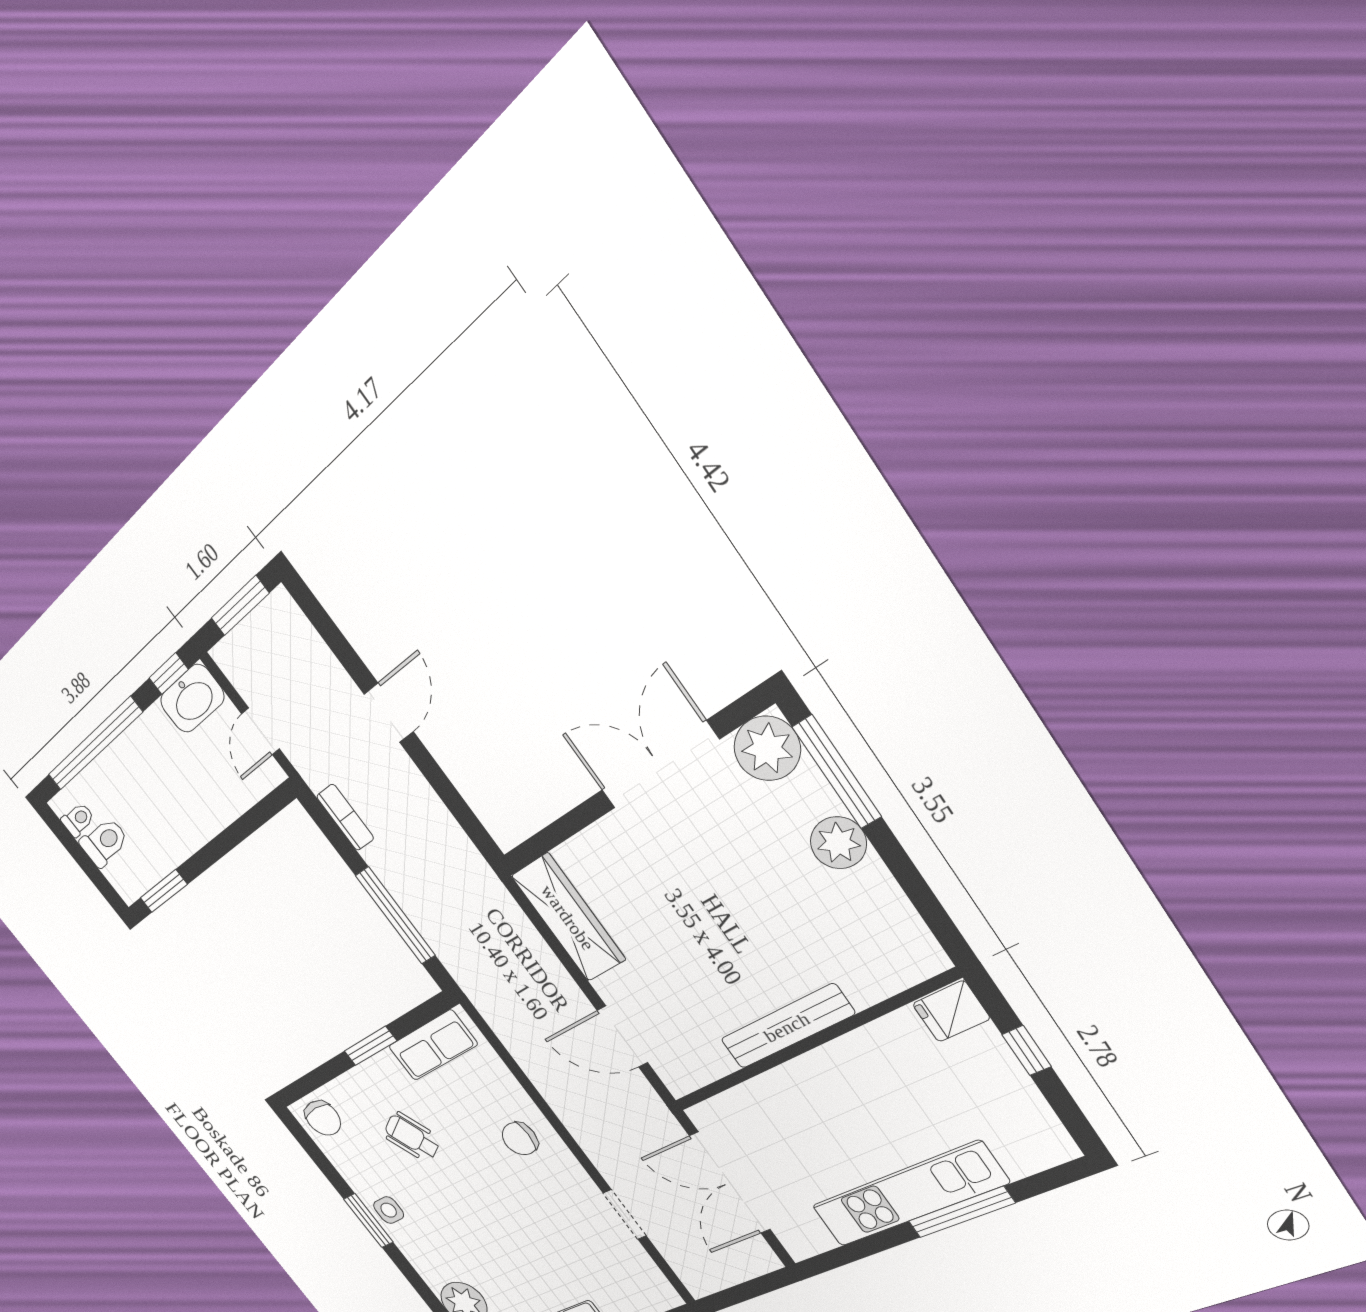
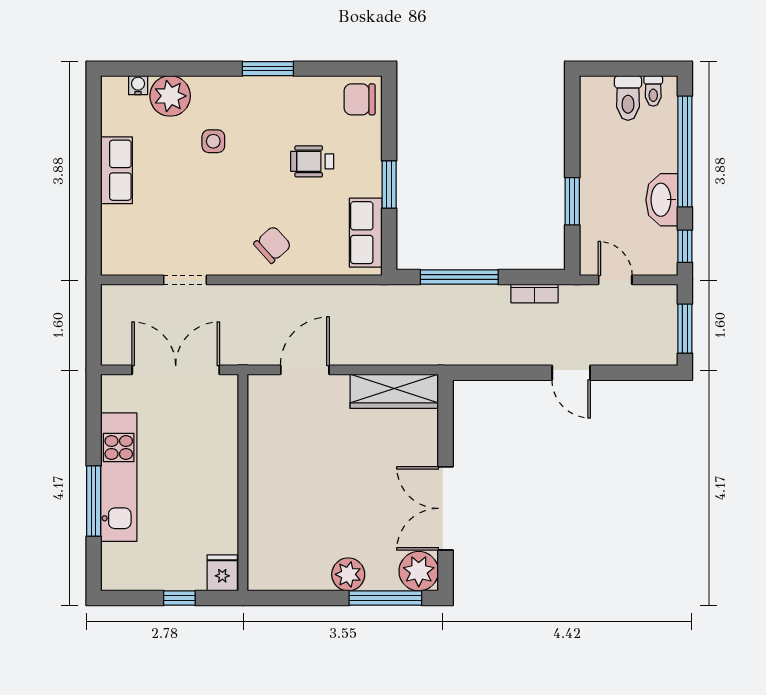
washbasin: (192, 699) -> (662, 200), moved
double door: (659, 765) -> (446, 508), swing flipped
window: (164, 891) -> (572, 201), moved
bench: (787, 1027) -> (260, 476), removed
wheelchair: (412, 1137) -> (312, 161), turned -152
chair: (520, 1139) -> (272, 245), turned 48
side table: (389, 1210) -> (213, 141), moved

